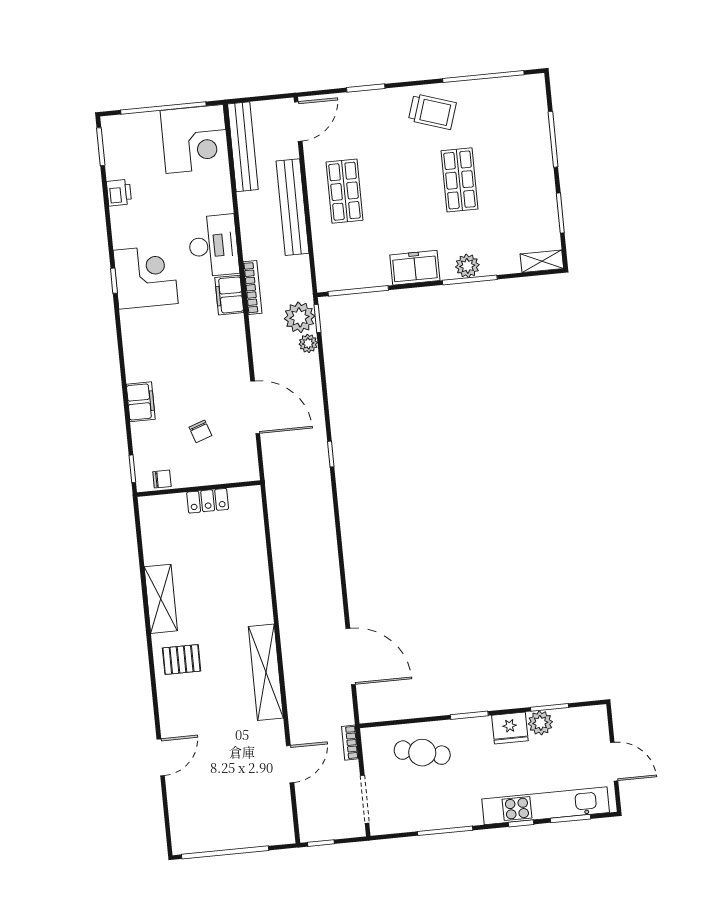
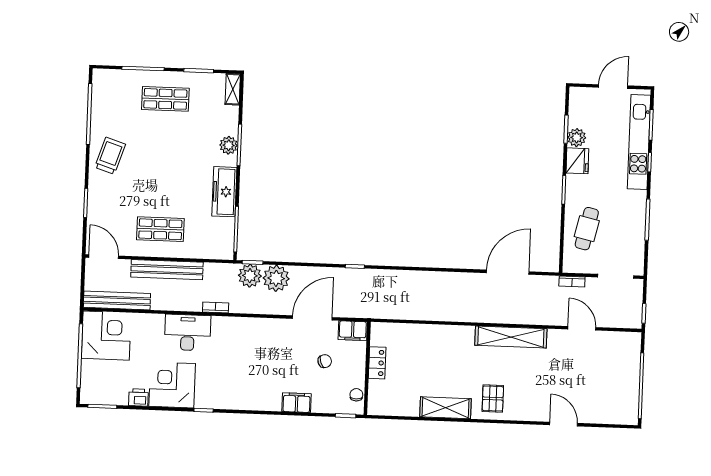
shop shelf: (459, 180) -> (165, 99), moved
freezer: (415, 268) -> (224, 192), width x1.40
corner desk: (146, 277) -> (172, 385), moved
bookcase: (252, 288) -> (216, 307), width x0.64
filing cabinet: (229, 295) -> (353, 331), moved
plant: (308, 343) -> (276, 278), width x1.87, depth x1.87

